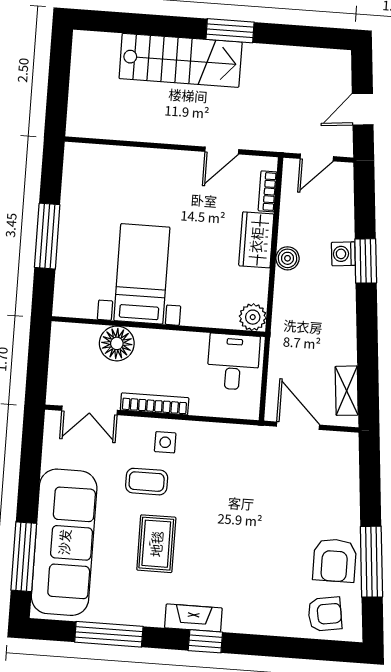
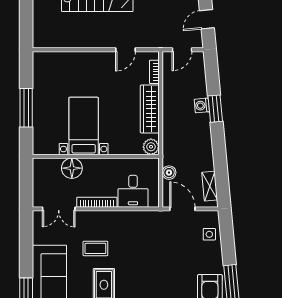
wardrobe: (256, 240) -> (150, 109), width x1.50
boiler: (288, 258) -> (169, 173), moved
desk: (233, 362) -> (133, 191), moved, turned 180
side table: (165, 442) -> (209, 234), moved

